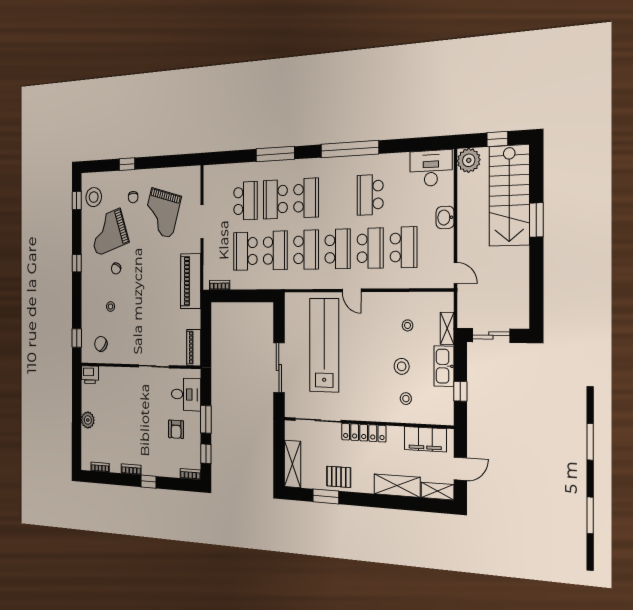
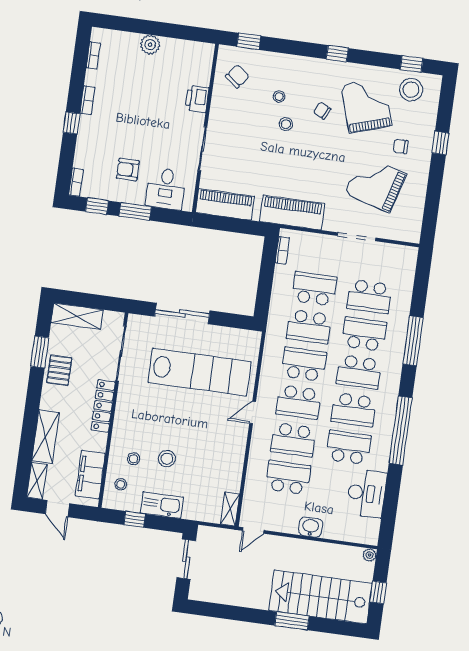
plant: (469, 160) -> (370, 555), width x0.53, depth x0.53
desk: (431, 168) -> (367, 493), moved
school desk: (338, 196) -> (354, 410), added
school desk: (403, 247) -> (288, 477), turned 180
school desk: (306, 250) -> (304, 364), turned 180
stool: (129, 298) -> (286, 124), added
stool: (408, 325) -> (121, 484), moved
shelving: (447, 328) -> (230, 509), moved, turned 90
piano: (194, 348) -> (225, 204), width x1.37, depth x1.33
printer: (90, 375) -> (197, 99), moved

